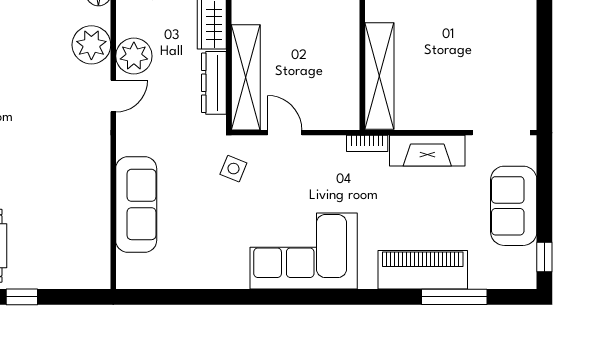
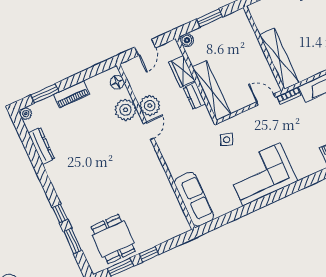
dresser: (214, 83) -> (194, 96), width x0.70
door: (285, 133) -> (266, 100), moved
sofa: (136, 204) -> (194, 199), moved
corner sofa: (304, 251) -> (262, 174), moved

